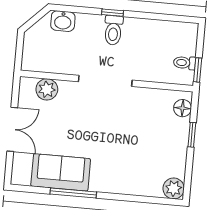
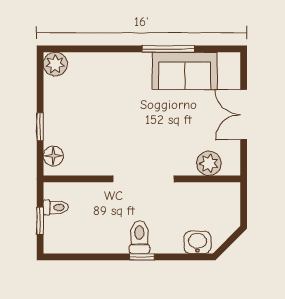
window: (198, 70) -> (40, 221), moved

